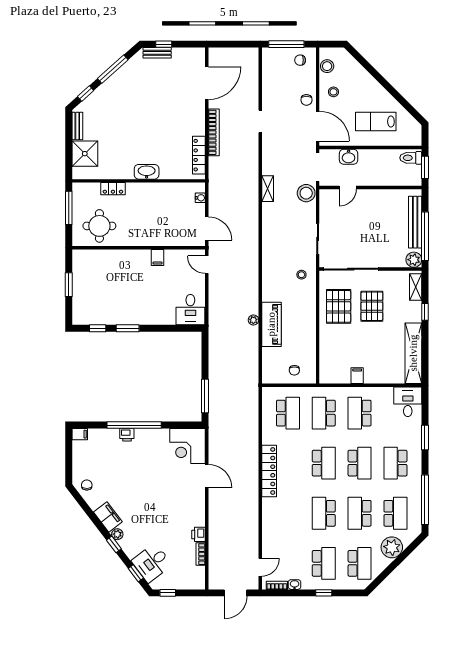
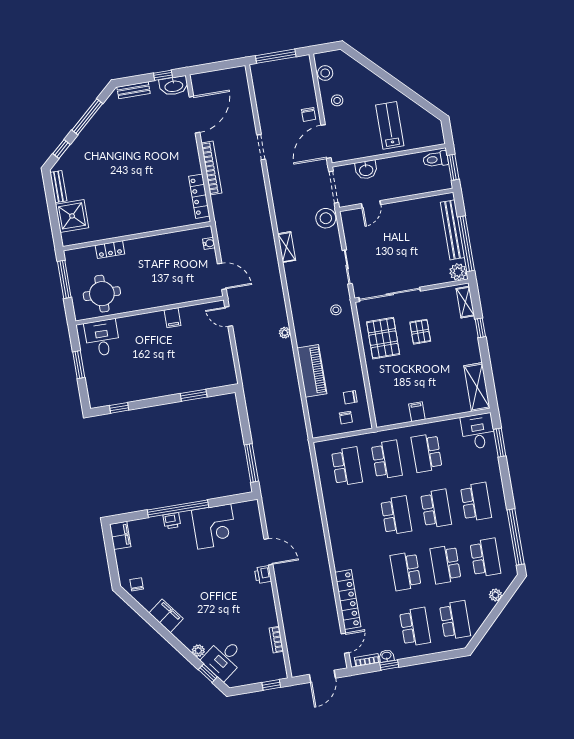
window: (164, 44) -> (163, 75), moved
chair: (300, 60) -> (350, 397), moved
lab bench: (376, 122) -> (390, 125), turned 90
door: (318, 126) -> (326, 142), swing flipped
washbasin: (147, 172) -> (174, 86), moved, turned 180
shelving: (268, 189) -> (287, 247), moved
pallet: (372, 306) -> (420, 332), width x0.67, depth x0.71
desk: (190, 310) -> (102, 338), moved, turned 180
plant: (253, 320) -> (285, 333), moved
window: (128, 328) -> (194, 395), moved
shelving: (413, 353) -> (477, 387), width x0.68
school desk: (324, 413) -> (387, 460), turned 180
filing cabinet: (80, 434) -> (120, 535), width x2.00
window: (425, 438) -> (500, 443), moved
corner desk: (187, 446) -> (214, 527), moved, turned -90
school desk: (395, 463) -> (476, 502), turned 180
locker: (269, 471) -> (348, 600), moved
plant: (117, 534) -> (198, 651), moved
printer: (199, 534) -> (263, 575), moved
window: (114, 544) -> (178, 645), removed
plant: (392, 547) -> (496, 595), width x0.53, depth x0.53
window: (168, 593) -> (271, 685), moved
window: (324, 593) -> (389, 665), moved

